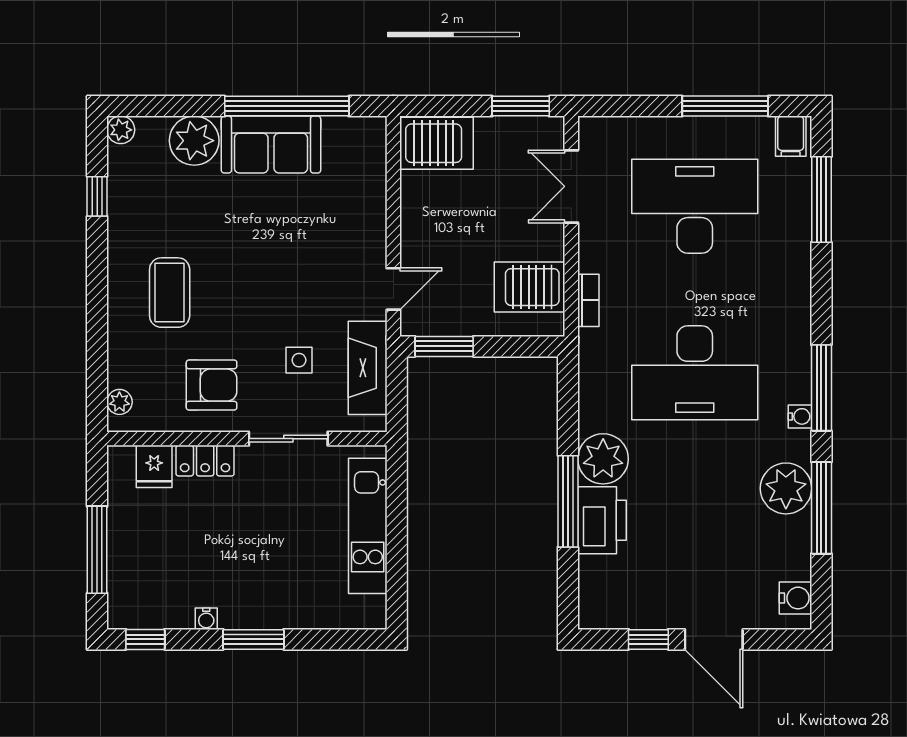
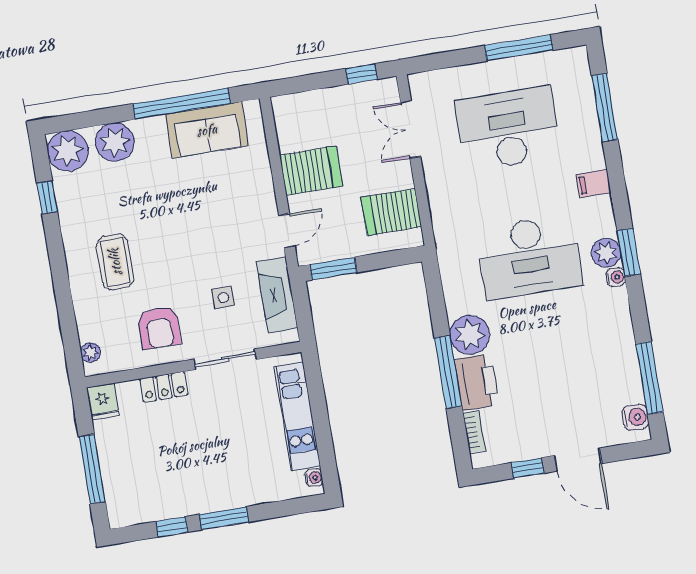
window: (521, 106) -> (361, 74), width x0.67
plant: (121, 130) -> (68, 151), width x1.87, depth x1.87
filing cabinet: (791, 136) -> (594, 184), moved, turned 90
server rack: (437, 143) -> (311, 171), moved
sofa: (271, 145) -> (207, 130), moved
bookcase: (588, 300) -> (474, 432), moved
armchair: (212, 385) -> (159, 328), turned 90
window: (821, 388) -> (629, 252), width x0.69
fridge: (154, 466) -> (103, 401), moved
plant: (786, 488) -> (606, 253), moved, width x0.73, depth x0.73
window: (821, 508) -> (649, 378), moved
water cooler: (206, 619) -> (314, 478), moved, turned -90
window: (145, 639) -> (172, 527), moved

